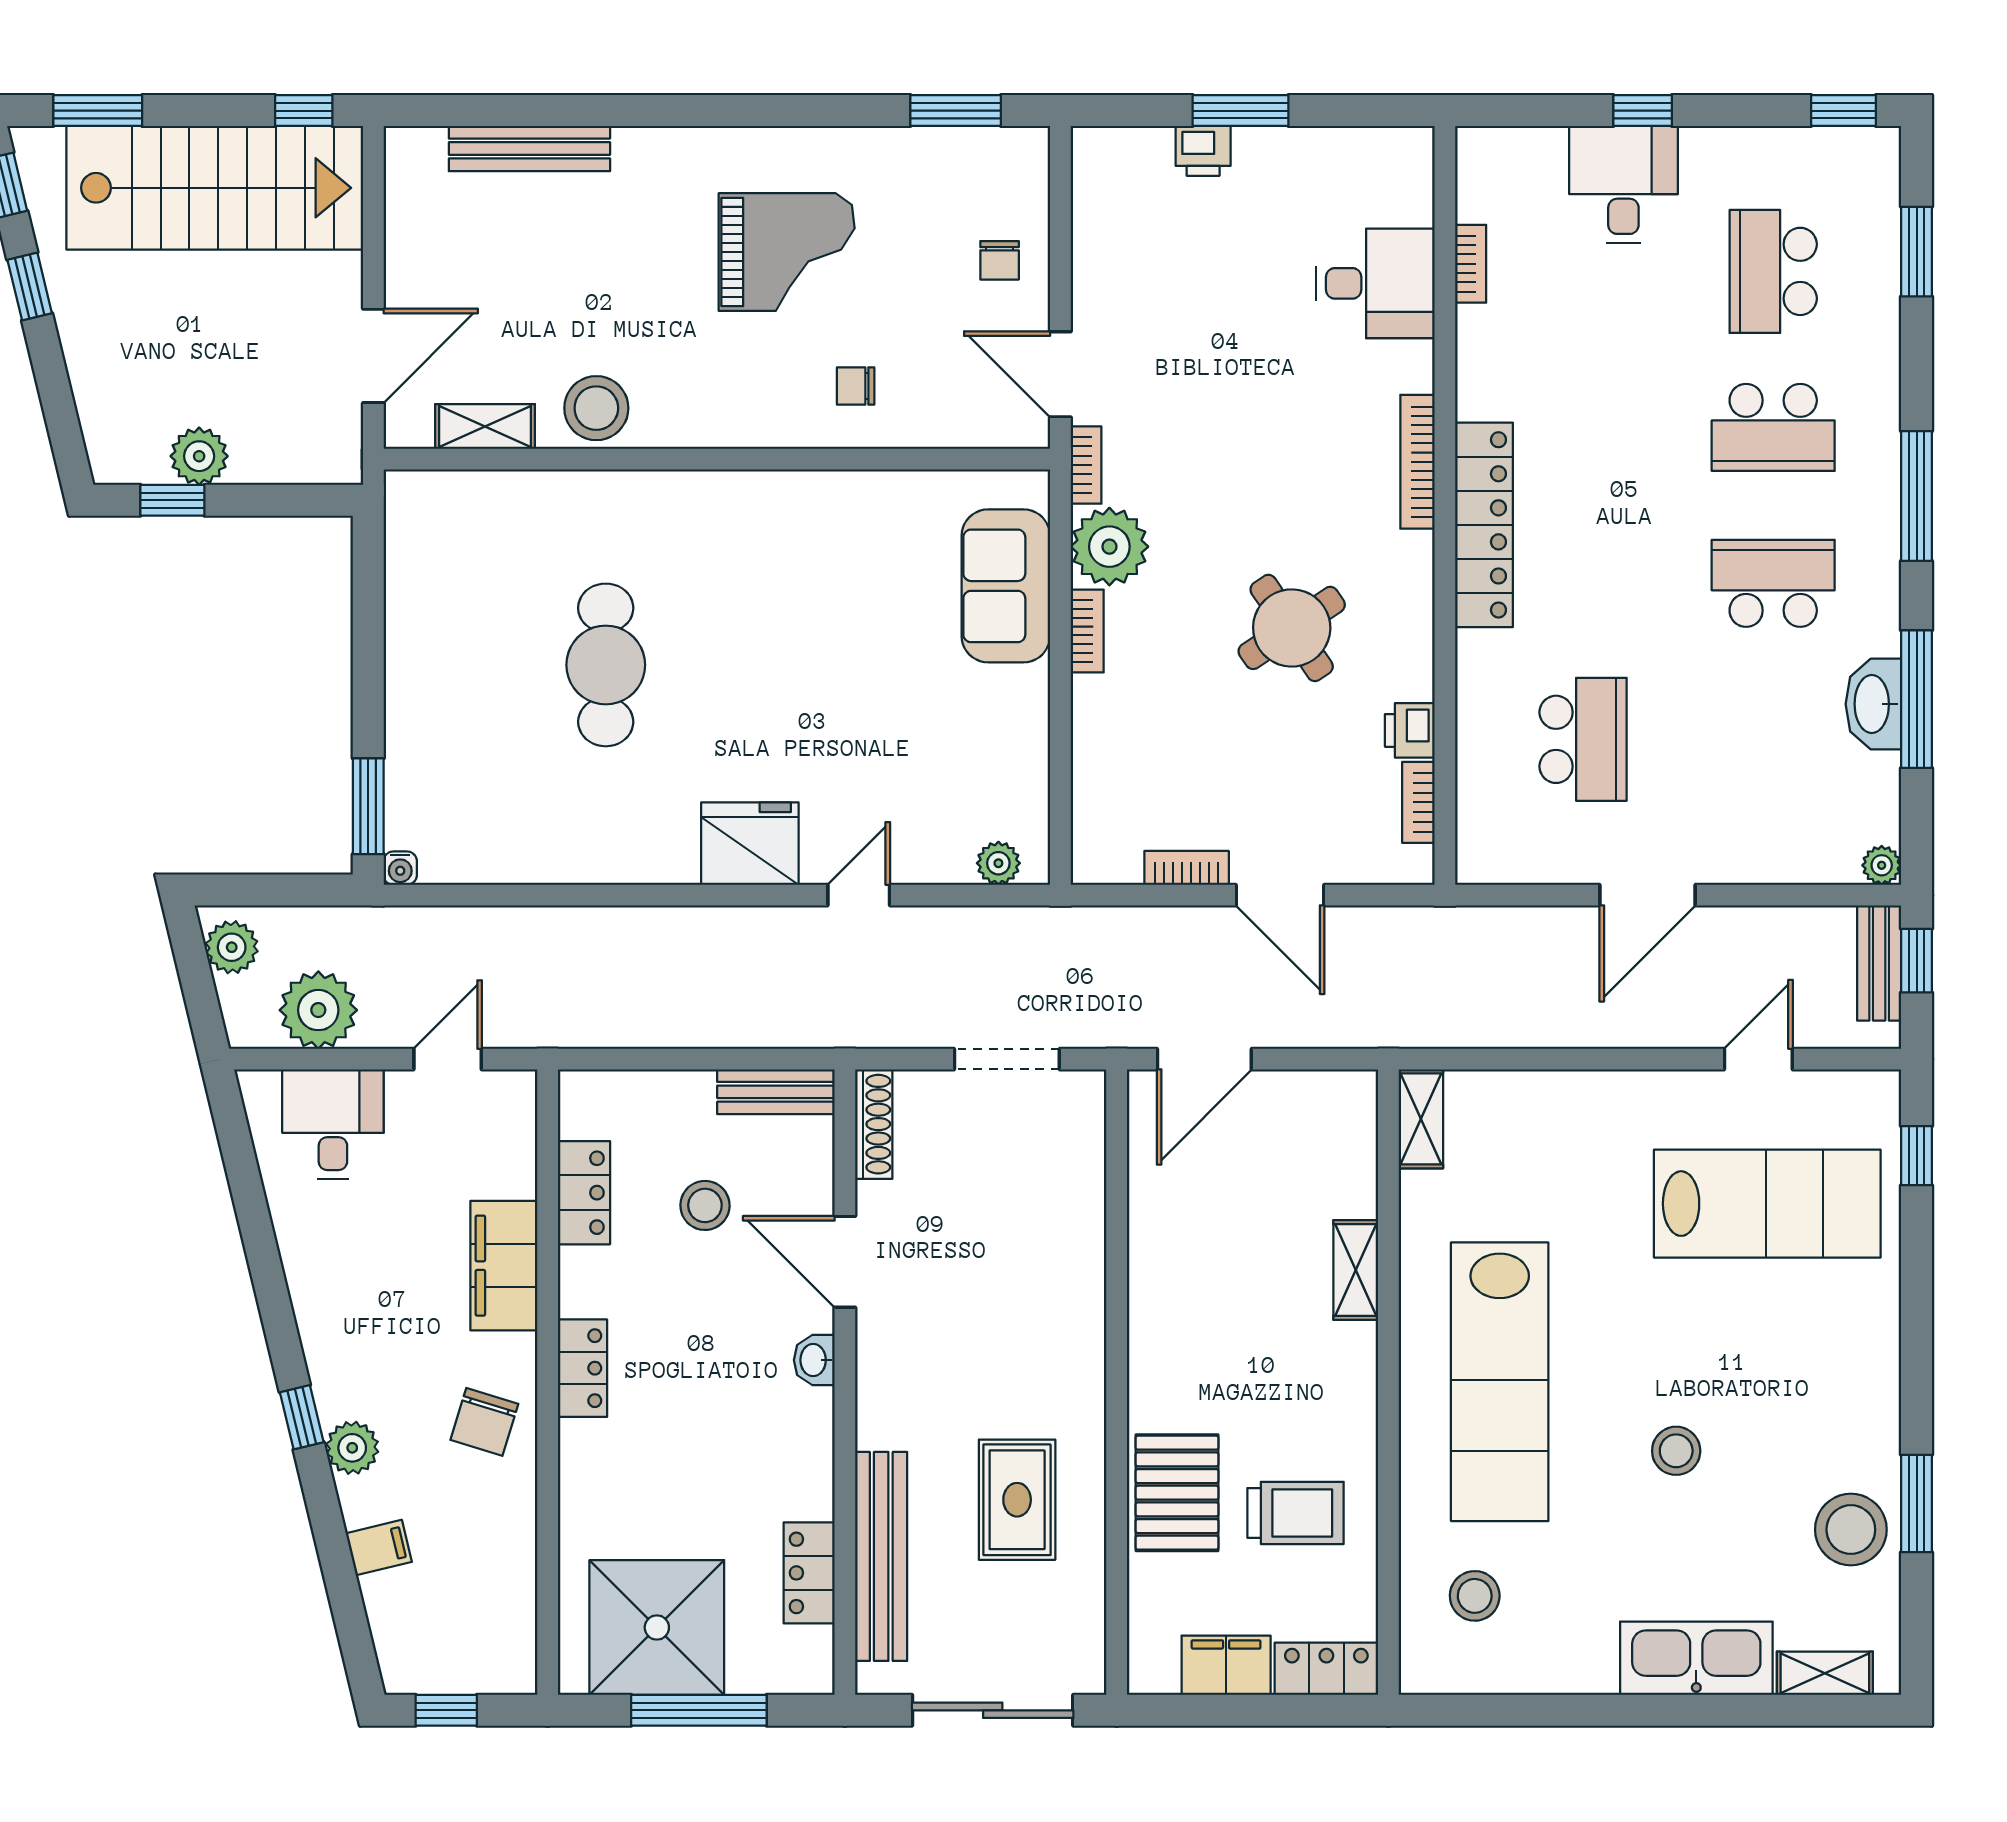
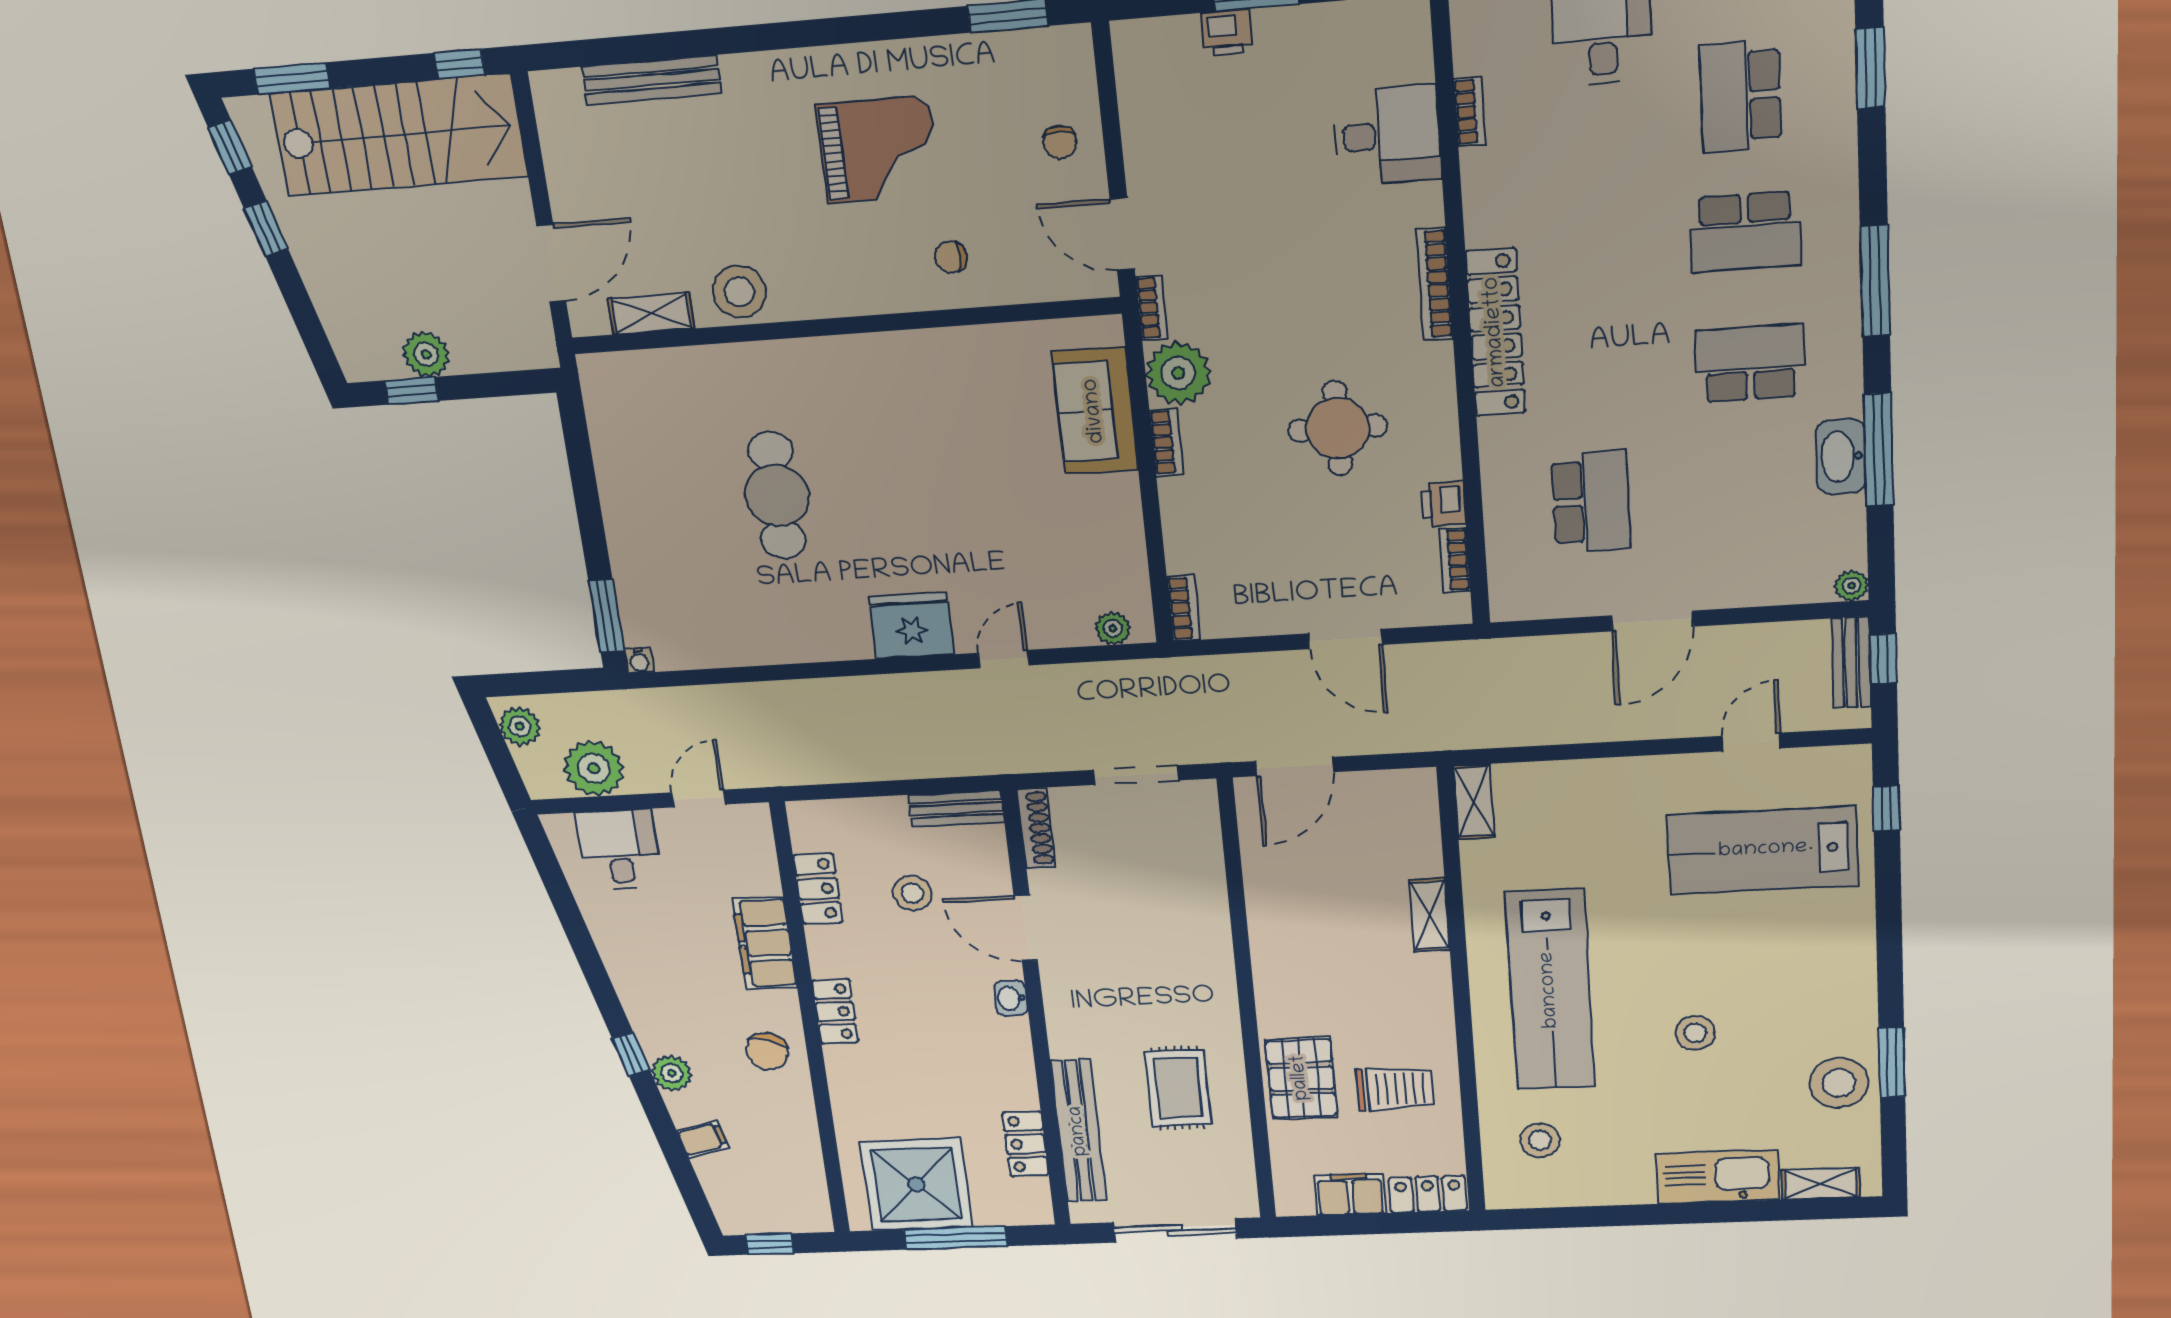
round table: (1292, 628) -> (1338, 428), turned 34
bookcase: (1187, 868) -> (1184, 608), moved, turned 90
lab bench: (1767, 1204) -> (1763, 850), turned 180

